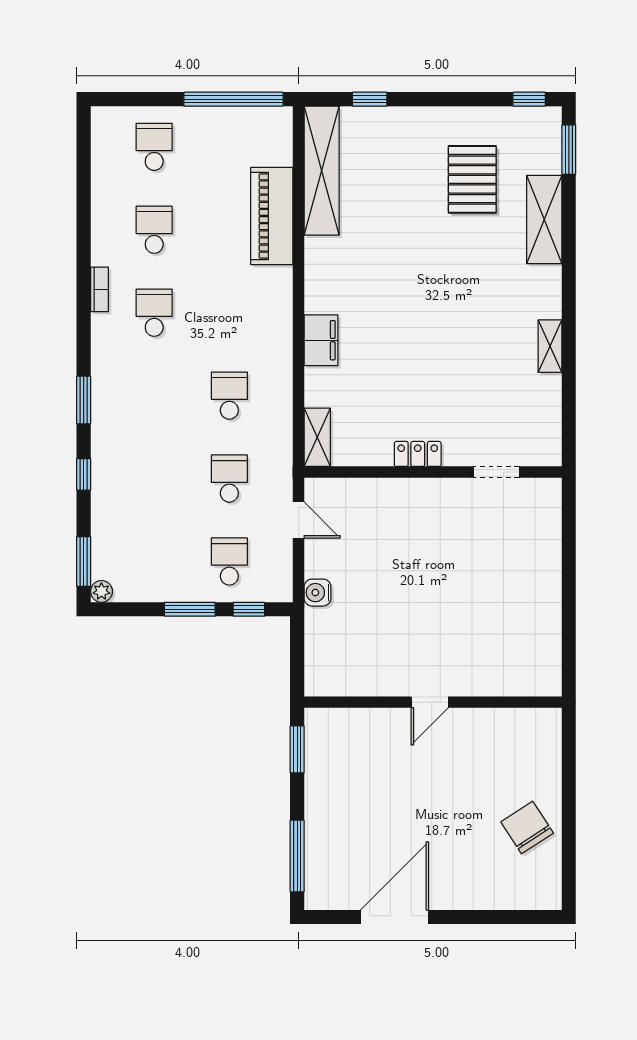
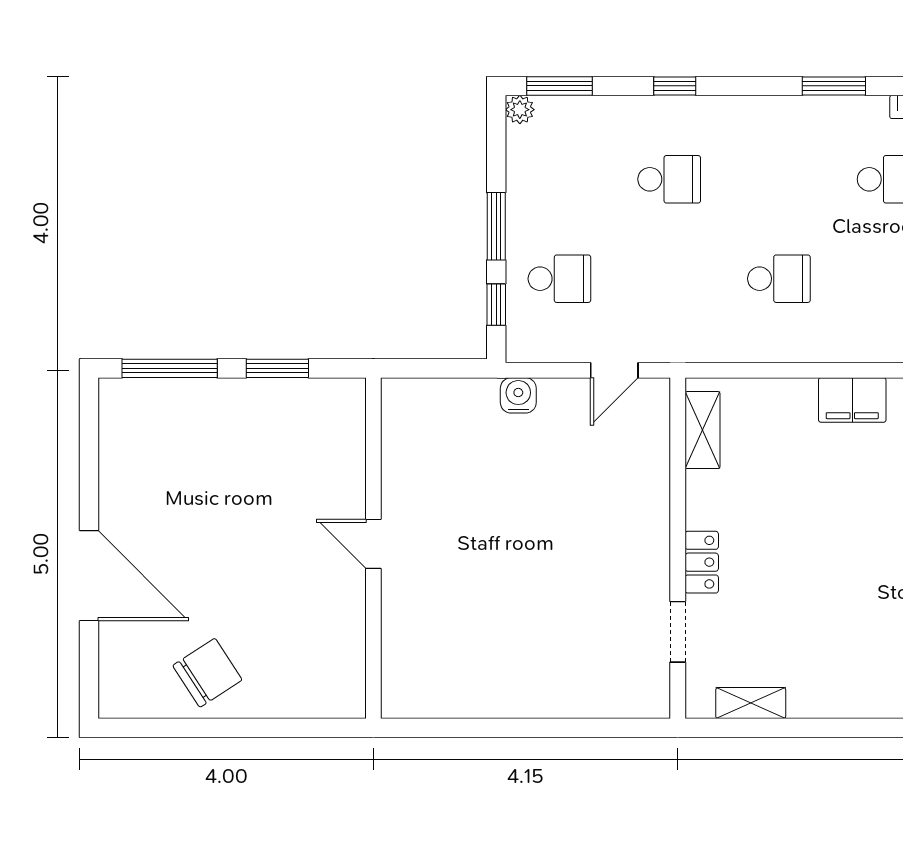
shelving: (550, 346) -> (751, 703), moved
window: (84, 400) -> (834, 86), moved
shelving: (317, 437) -> (703, 430), moved, turned 90
locker: (418, 454) -> (702, 562), moved
school desk: (229, 479) -> (669, 179), moved
window: (297, 749) -> (277, 368), moved
door: (394, 917) -> (89, 576), moved

